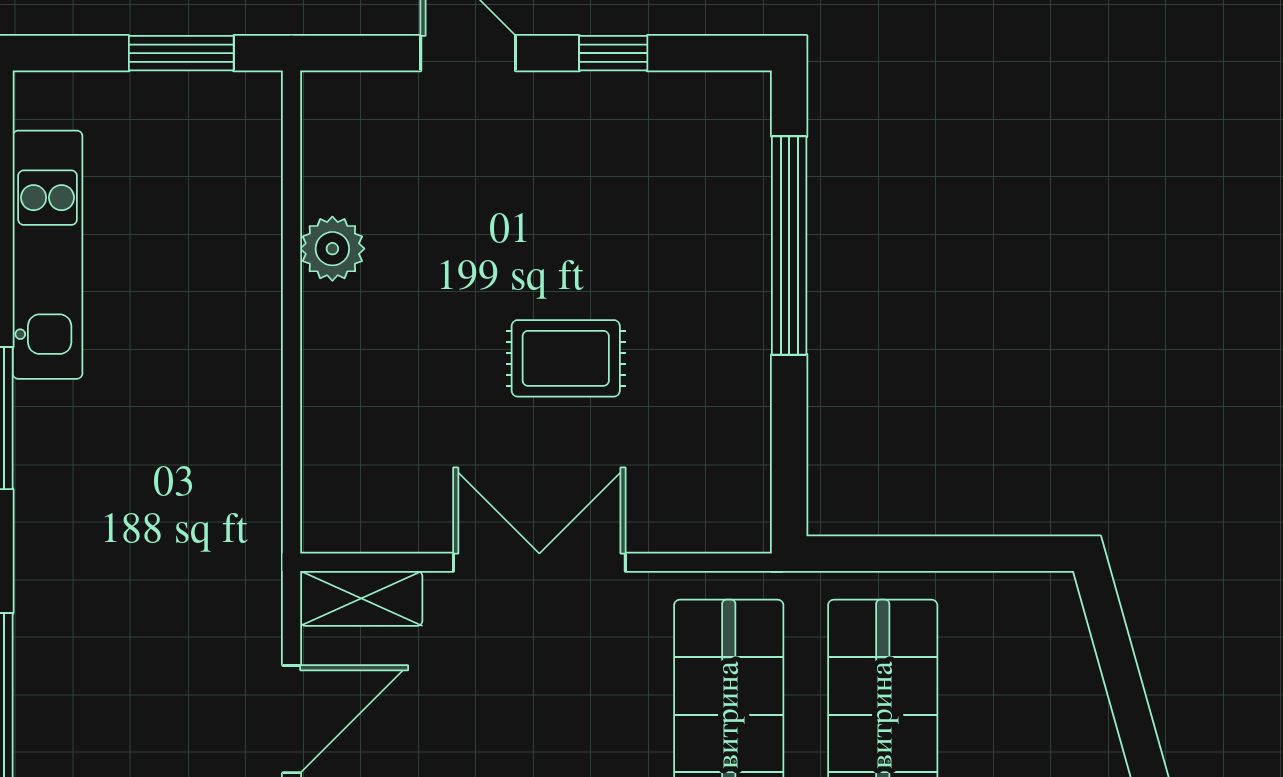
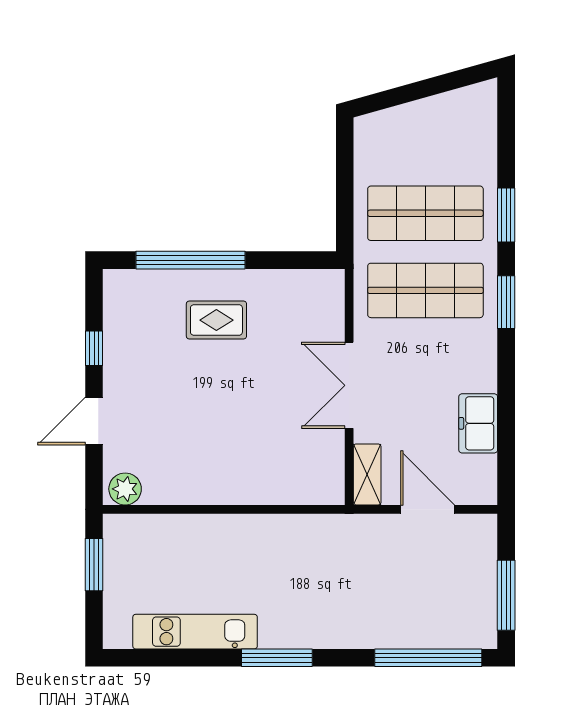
plant: (332, 249) -> (125, 489), moved
rug: (566, 358) -> (216, 320), moved, turned 90

